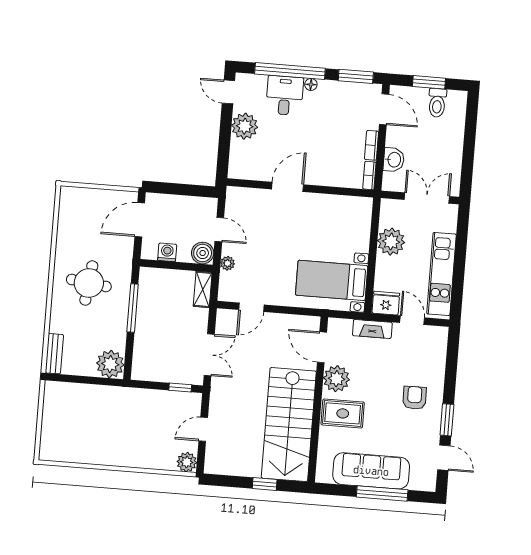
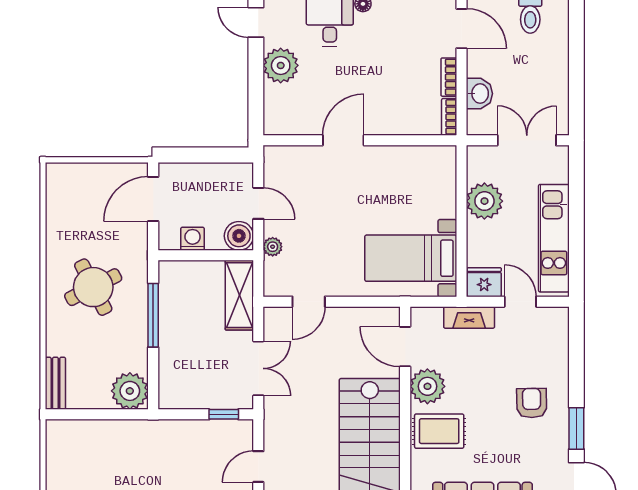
round table: (89, 283) -> (93, 287), turned -34
shelving: (203, 289) -> (239, 295), width x1.50, depth x1.33

